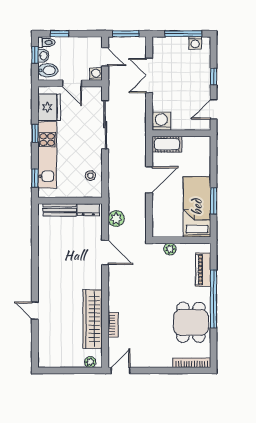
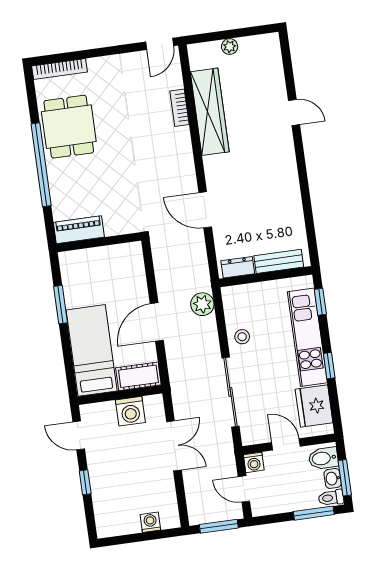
window: (60, 34) -> (314, 513), width x1.50
window: (183, 34) -> (137, 538), removed
washing machine: (195, 43) -> (150, 522), moved
window: (35, 55) -> (345, 478), width x1.50
double door: (149, 76) -> (174, 446), moved
door: (214, 109) -> (79, 435), swing flipped
washing machine: (161, 121) -> (130, 411), moved
stool: (90, 176) -> (242, 337), moved
bed: (197, 207) -> (92, 350), moved, turned 180
plant: (116, 219) -> (202, 304), moved
plant: (170, 249) -> (113, 227), removed
piano: (203, 270) -> (79, 230), moved, turned -90
plant: (90, 362) -> (230, 47), moved

